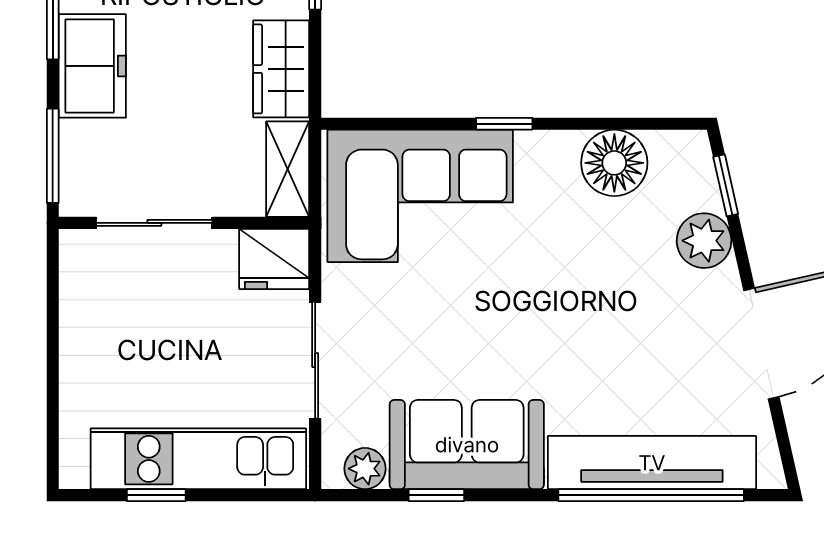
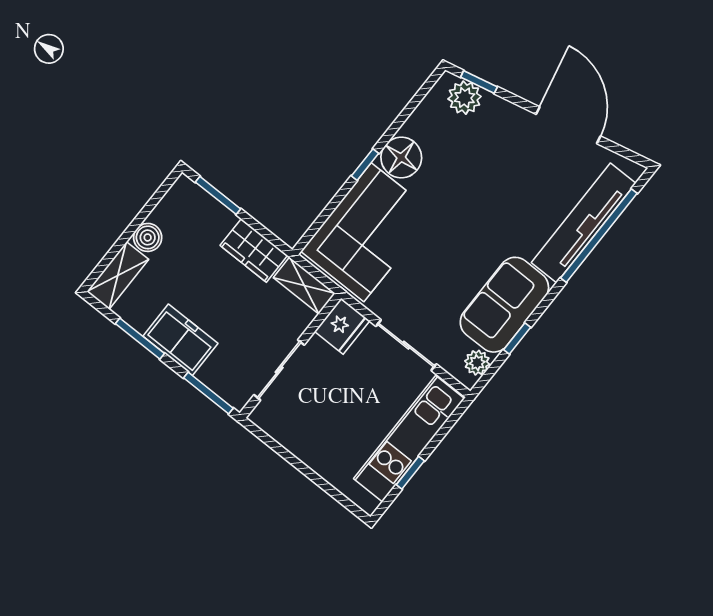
floor lamp: (614, 163) -> (401, 158), moved
plant: (704, 241) -> (465, 98), moved

